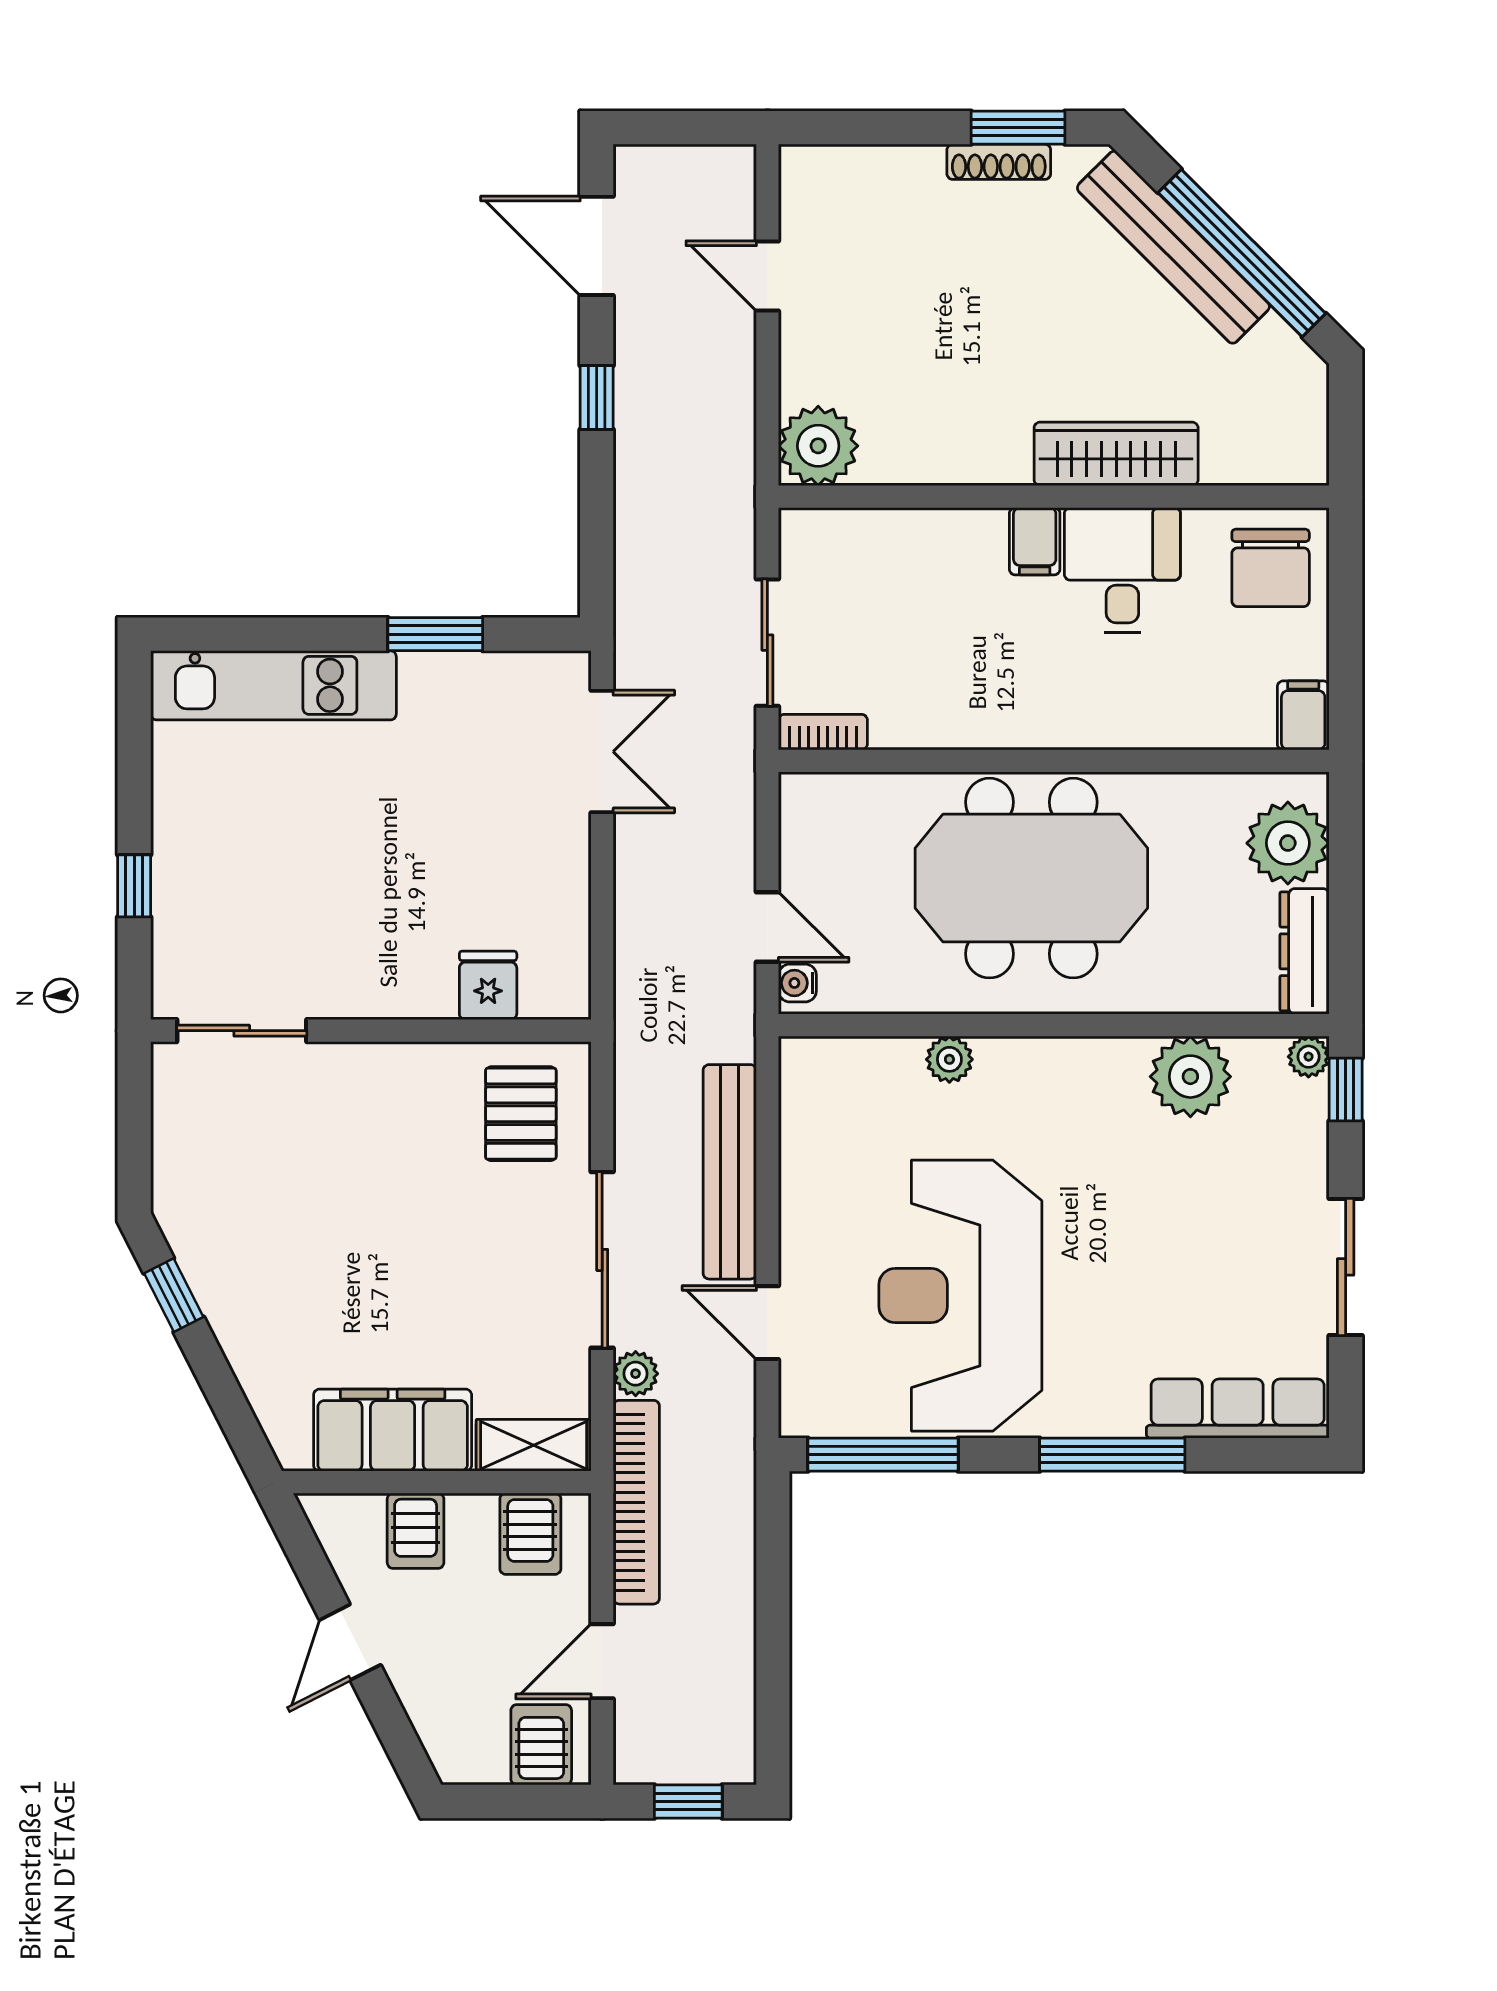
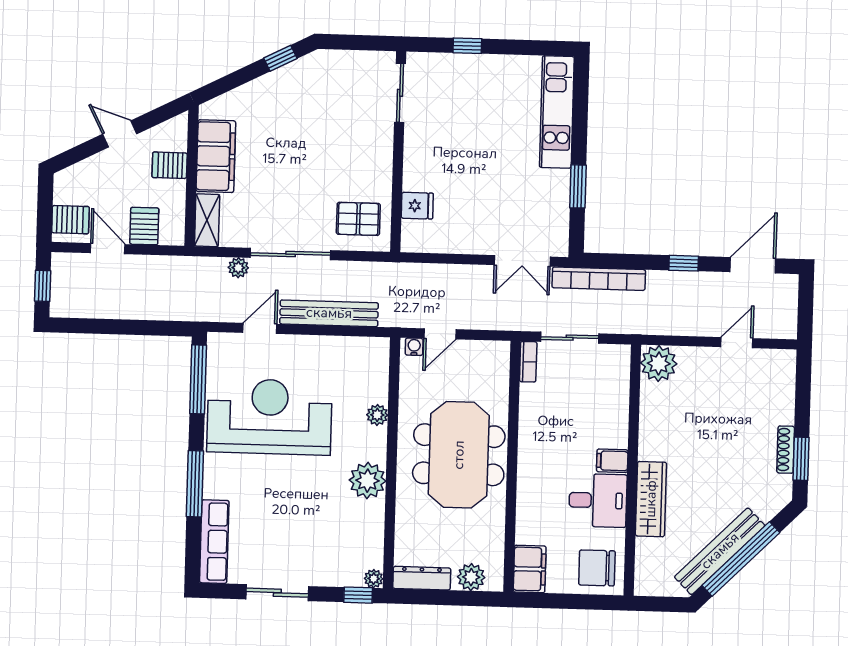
bench: (1173, 247) -> (720, 551), moved
filing cabinet: (1303, 715) -> (530, 569), width x2.00
plant: (1288, 843) -> (471, 577), width x0.73, depth x0.73
plant: (1190, 1077) -> (368, 481), moved
bookcase: (636, 1502) -> (599, 279), moved
server rack: (530, 1534) -> (144, 226), moved, turned 90

